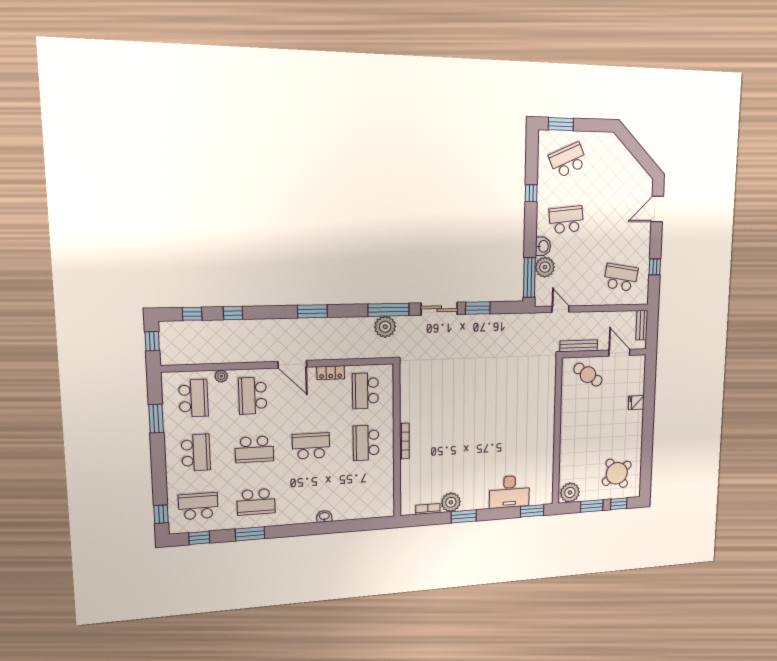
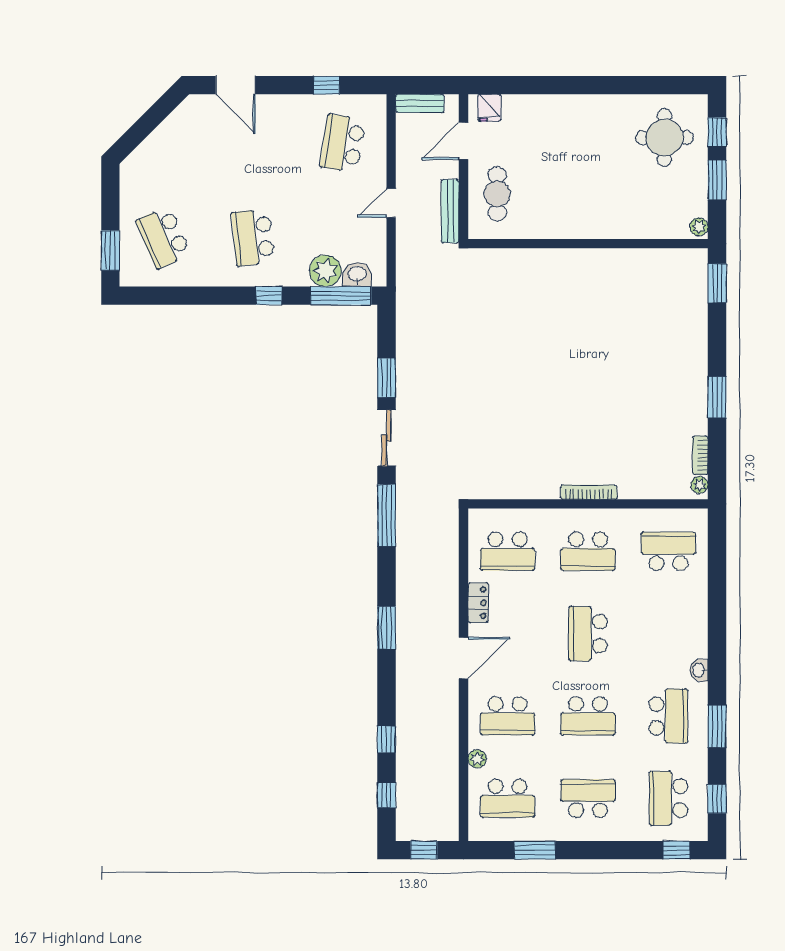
window: (531, 193) -> (269, 296), moved
washbasin: (543, 246) -> (357, 275), moved
door: (560, 309) -> (391, 203), moved
plant: (385, 327) -> (412, 521), removed
cafe table: (588, 375) -> (497, 194), turned -34
school desk: (193, 398) -> (508, 798), turned 180
fridge: (636, 403) -> (489, 108), moved
school desk: (254, 449) -> (588, 716), turned 90
round table: (617, 473) -> (664, 138), turned 35
desk: (509, 492) -> (682, 322), removed
plant: (570, 493) -> (699, 227), width x0.53, depth x0.53
school desk: (367, 494) -> (668, 551), added
plant: (451, 502) -> (700, 485), moved, width x0.53, depth x0.53
washbasin: (324, 516) -> (699, 670), moved

